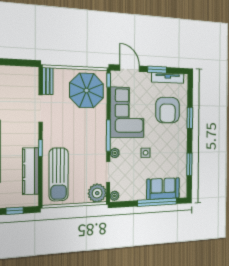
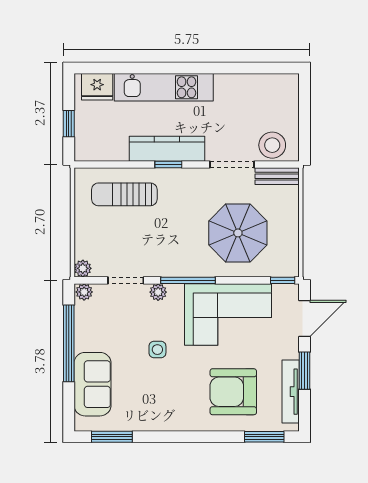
stool: (29, 83) -> (272, 145), added
parasol: (87, 90) -> (238, 233), moved
window: (190, 118) -> (264, 437), moved
window: (189, 164) -> (112, 437), moved
kitchen counter: (31, 171) -> (167, 149), moved
sun lounger: (59, 174) -> (124, 194), width x0.73, depth x0.75
plant: (97, 193) -> (83, 268), width x0.53, depth x0.53
window: (157, 202) -> (69, 343), moved

